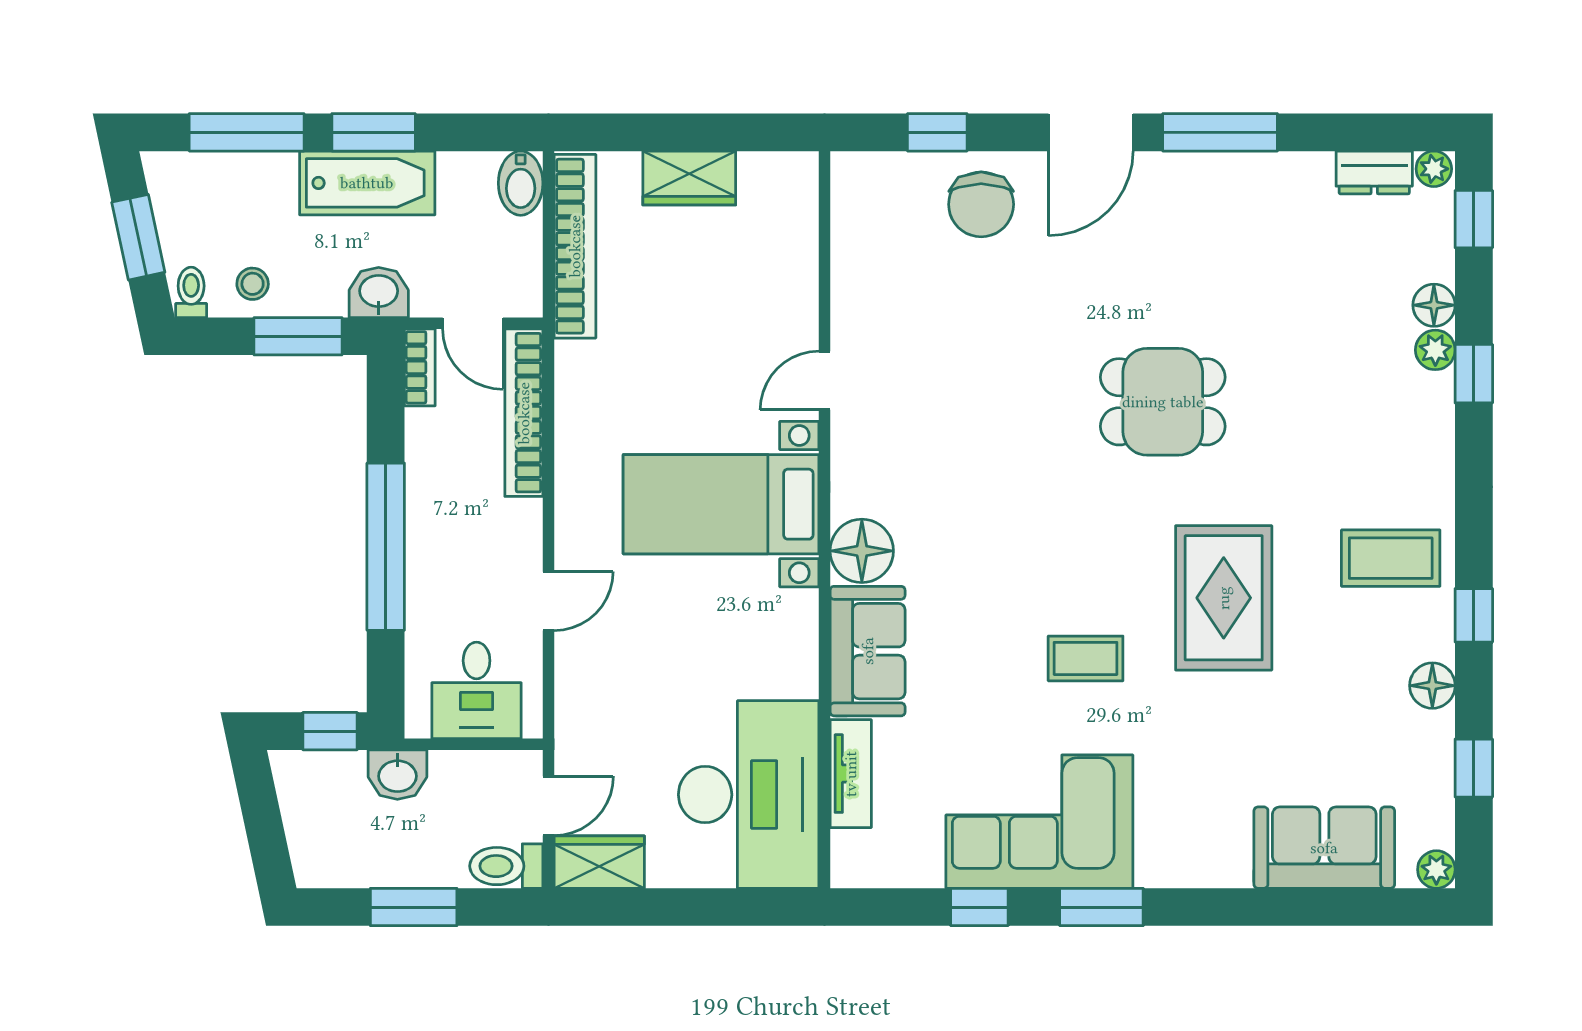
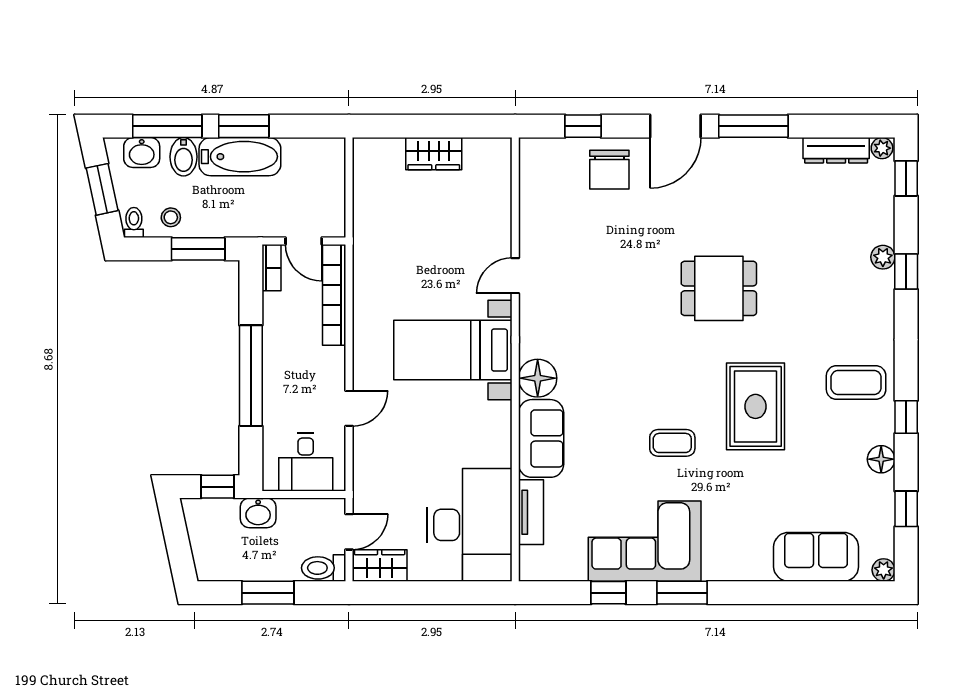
dresser: (1374, 172) -> (836, 150), width x1.44
bidet: (521, 183) -> (184, 157), moved
bookcase: (575, 246) -> (365, 195), removed
washbasin: (379, 292) -> (142, 153), moved, turned 180
floor lamp: (1434, 305) -> (882, 230), removed

